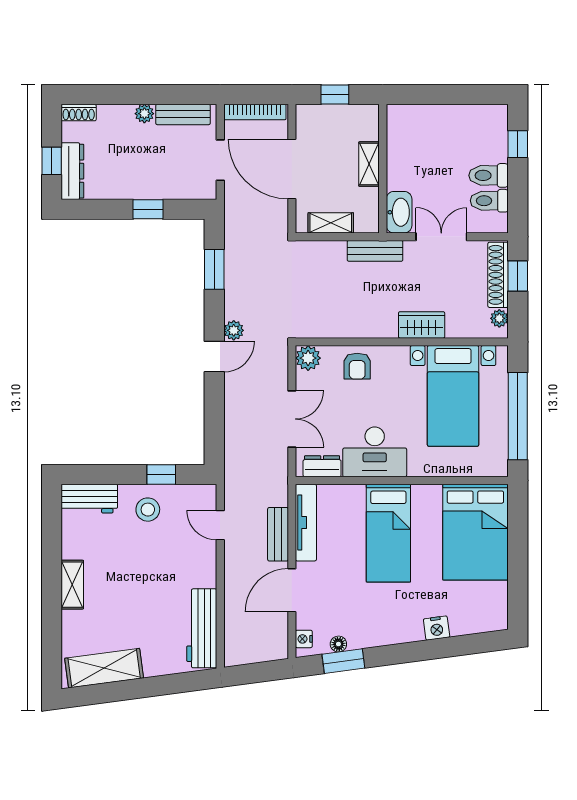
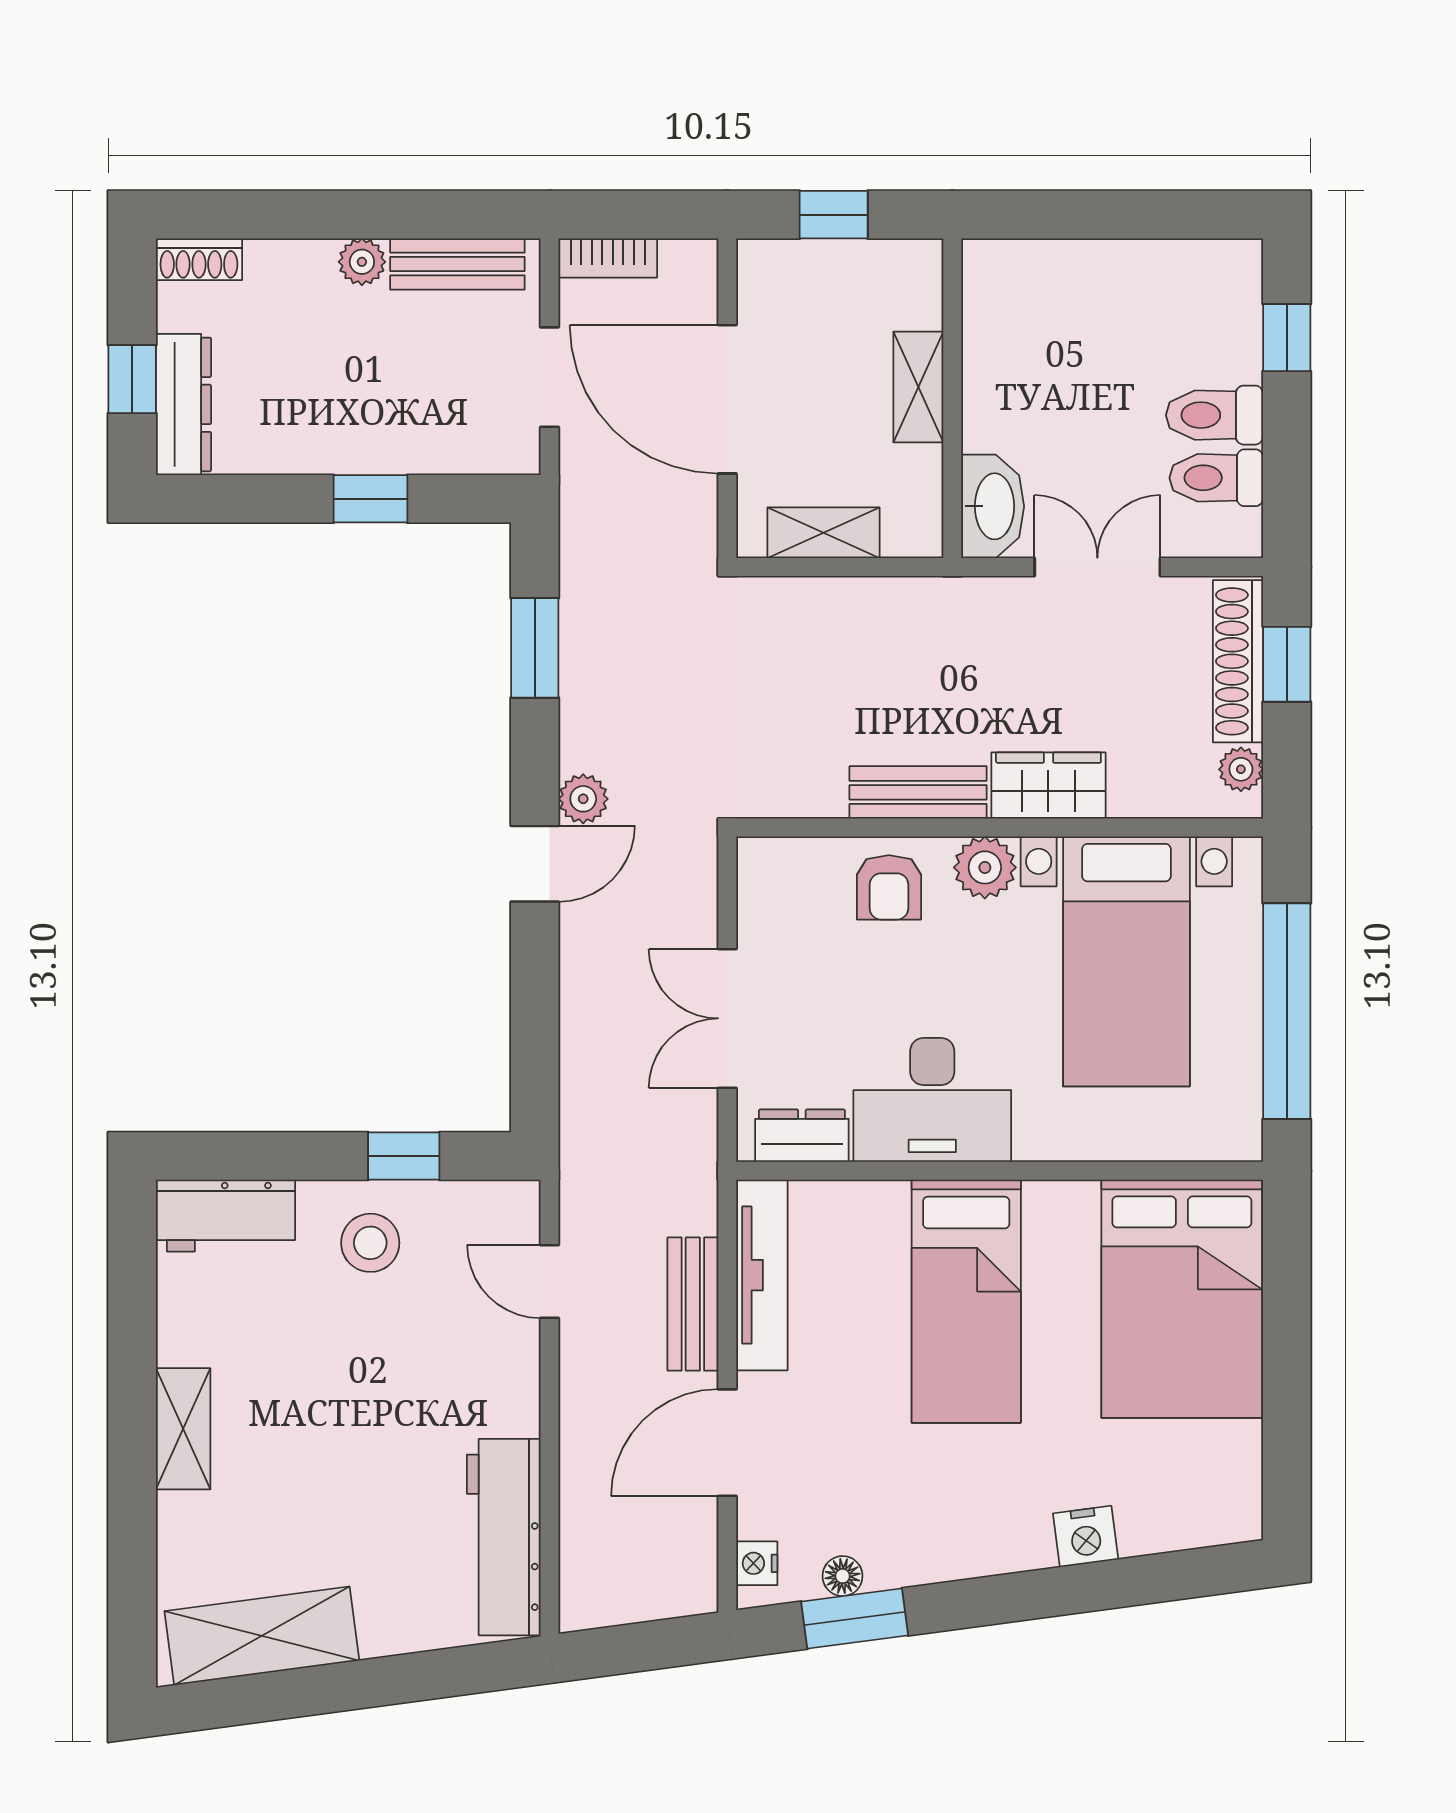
bookcase: (255, 112) -> (608, 258), width x0.64
bench: (375, 251) -> (918, 792), moved
plant: (308, 358) -> (985, 867), moved
double door: (292, 419) -> (727, 1018), swing flipped

